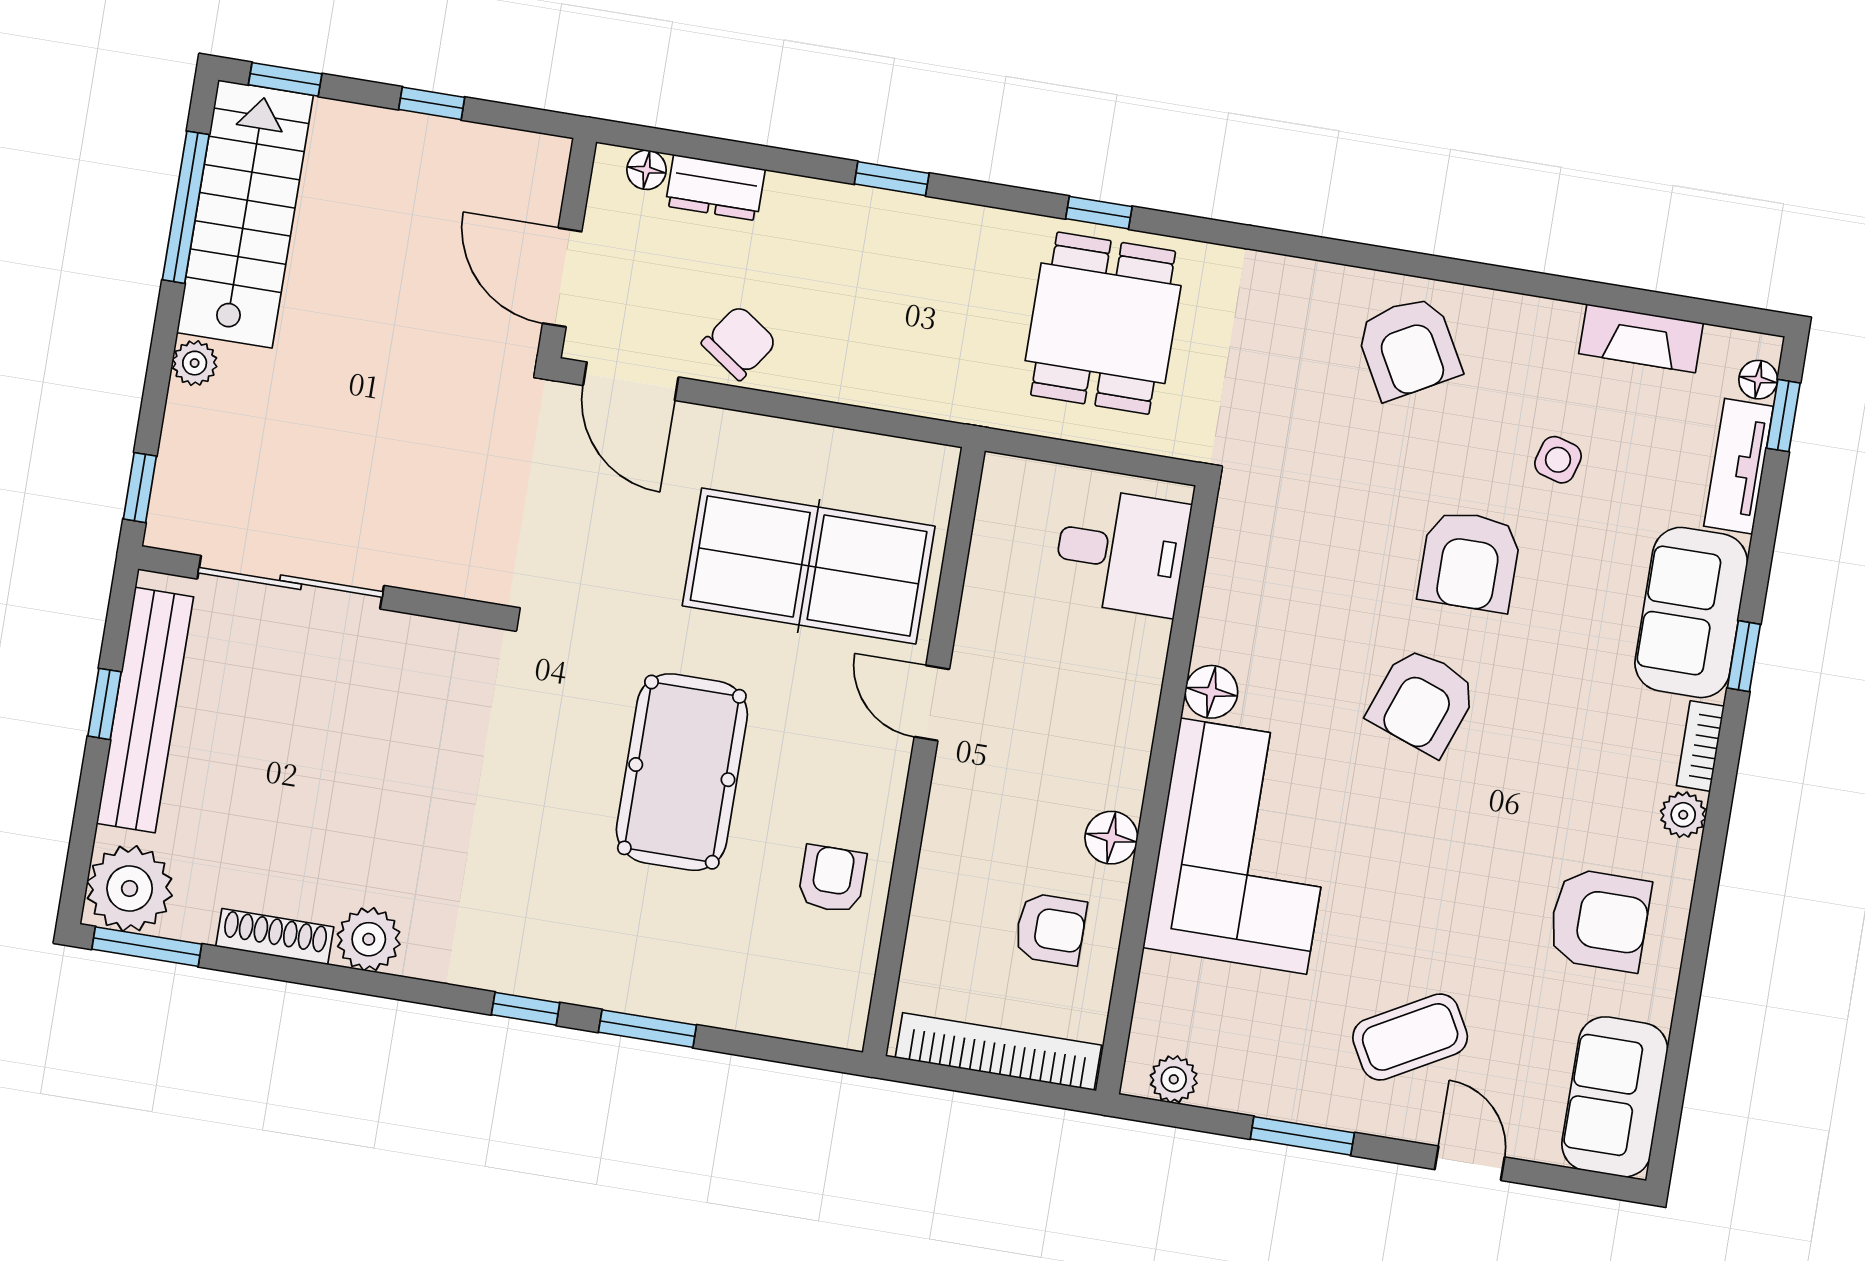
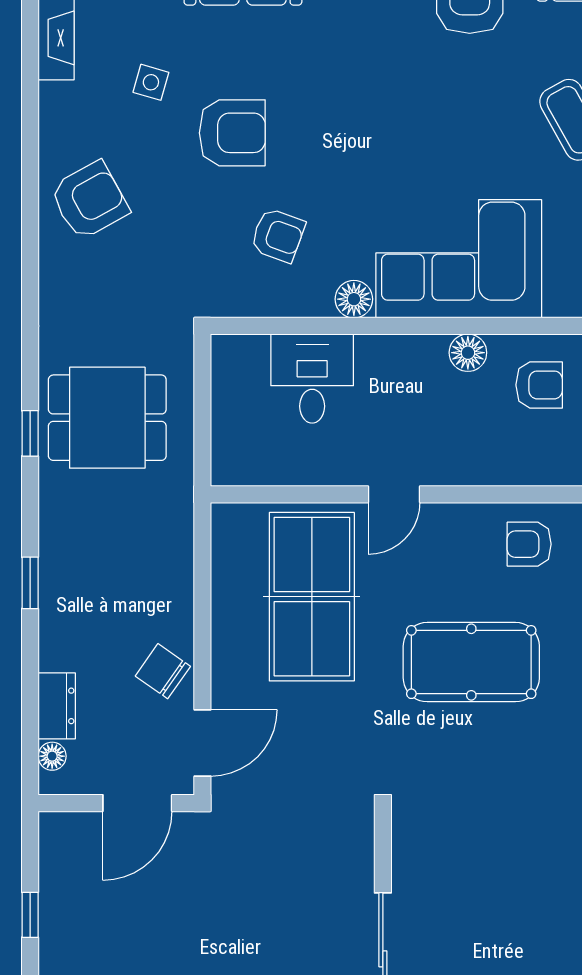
desk: (1121, 552) -> (312, 379), moved
armchair: (1423, 701) -> (278, 235), moved, width x0.72, depth x0.72
armchair: (1050, 929) -> (539, 385), turned 90

